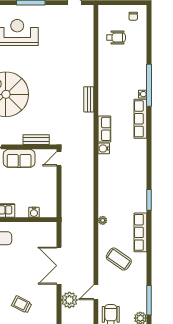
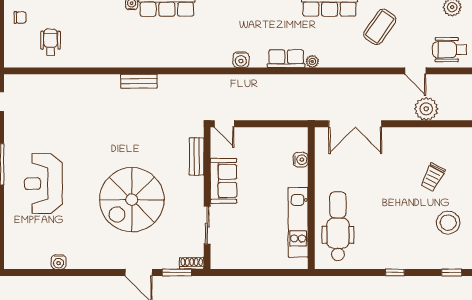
row of seats: (104, 129) -> (286, 59), moved
water cooler: (104, 148) -> (241, 60), moved
coffee table: (119, 259) -> (380, 27), moved
double door: (59, 266) -> (355, 124), moved

